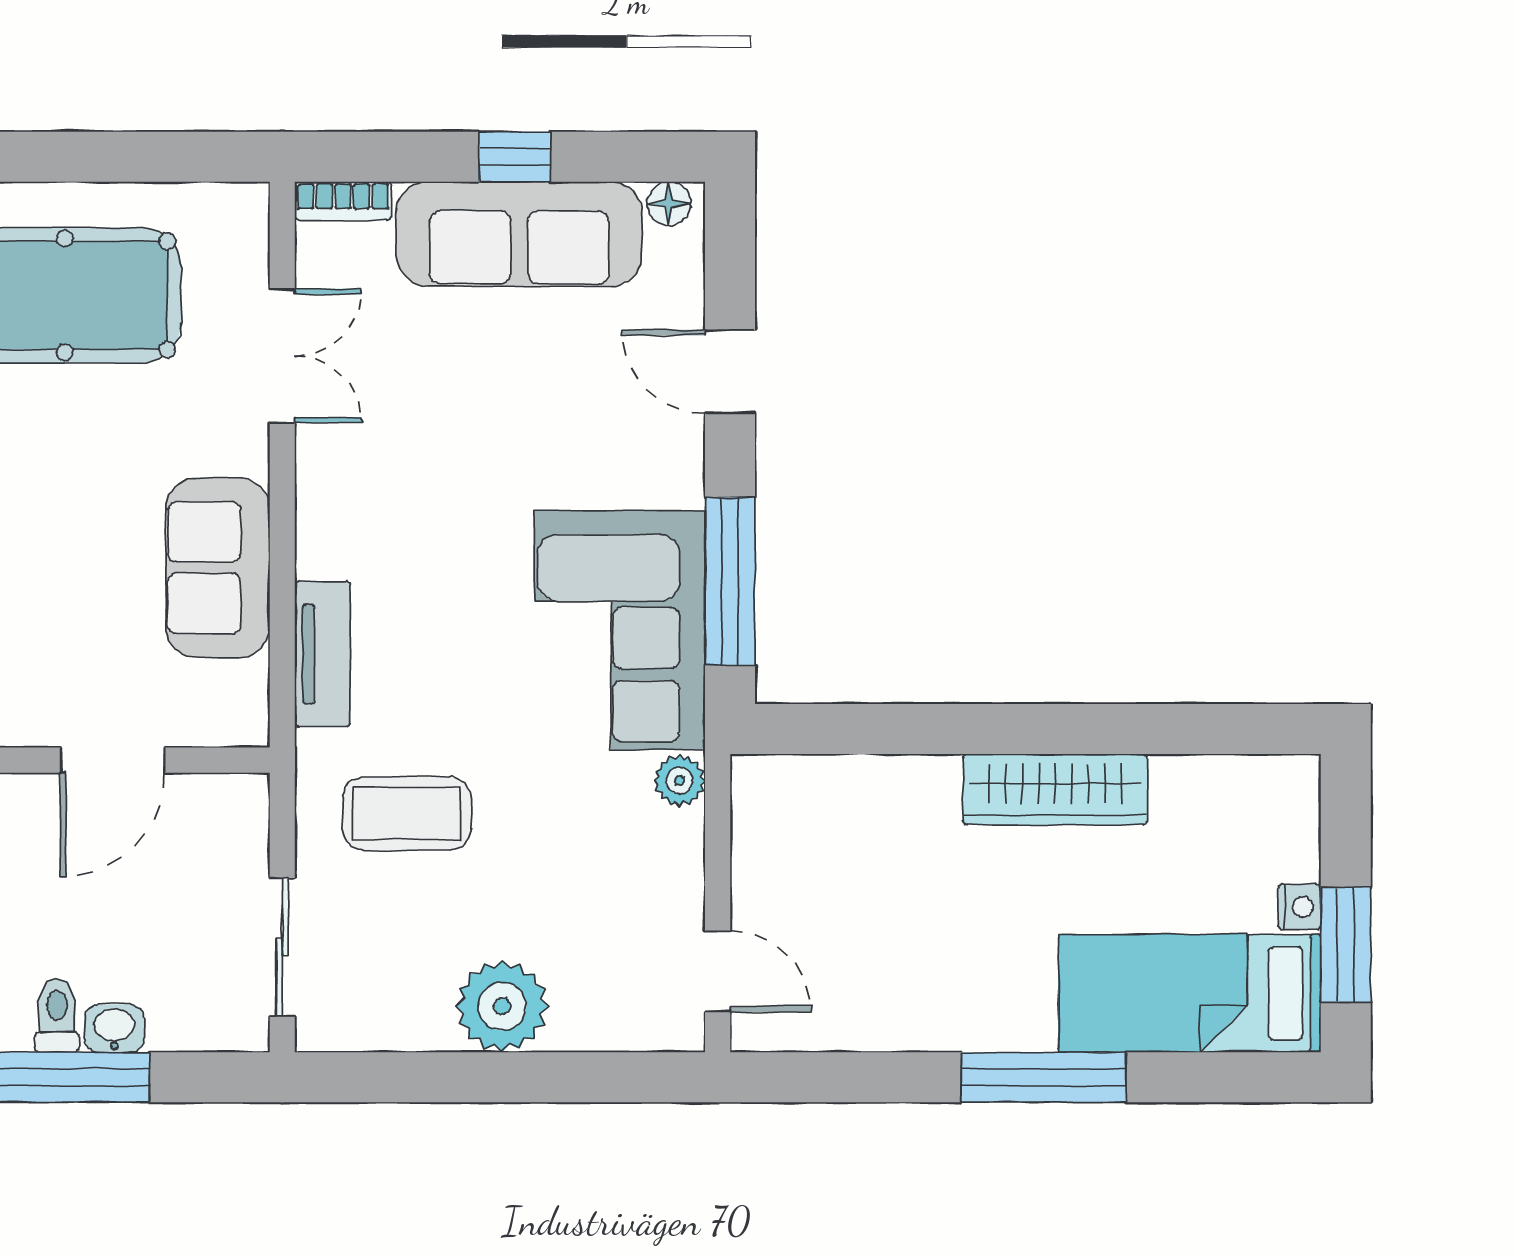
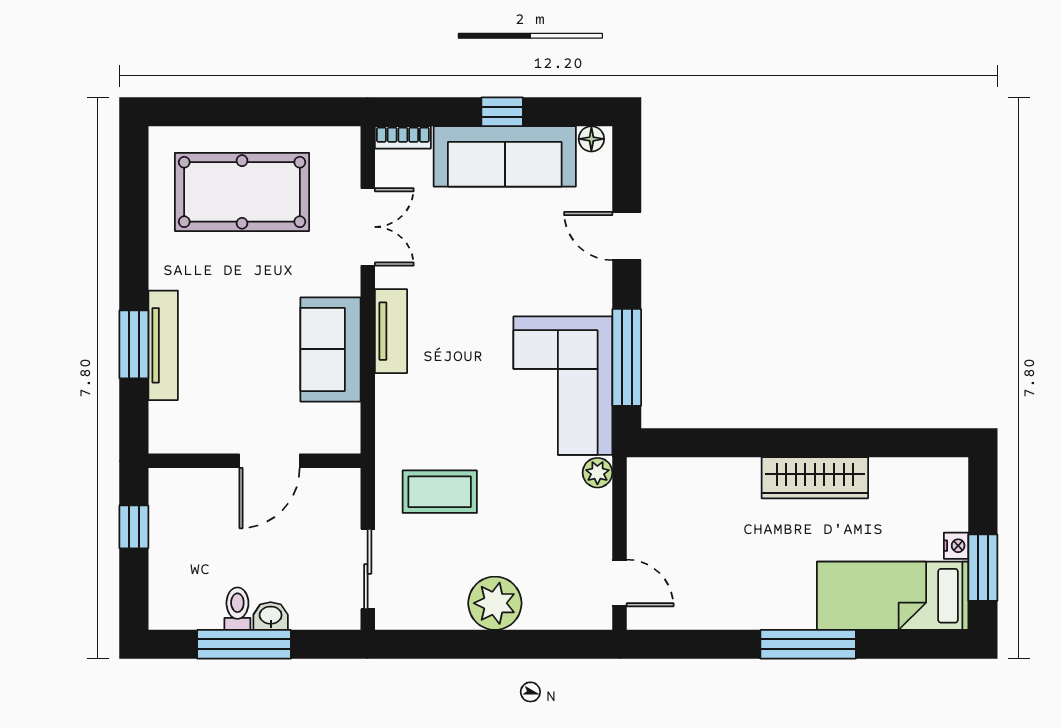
tv unit: (322, 654) -> (391, 331), moved

